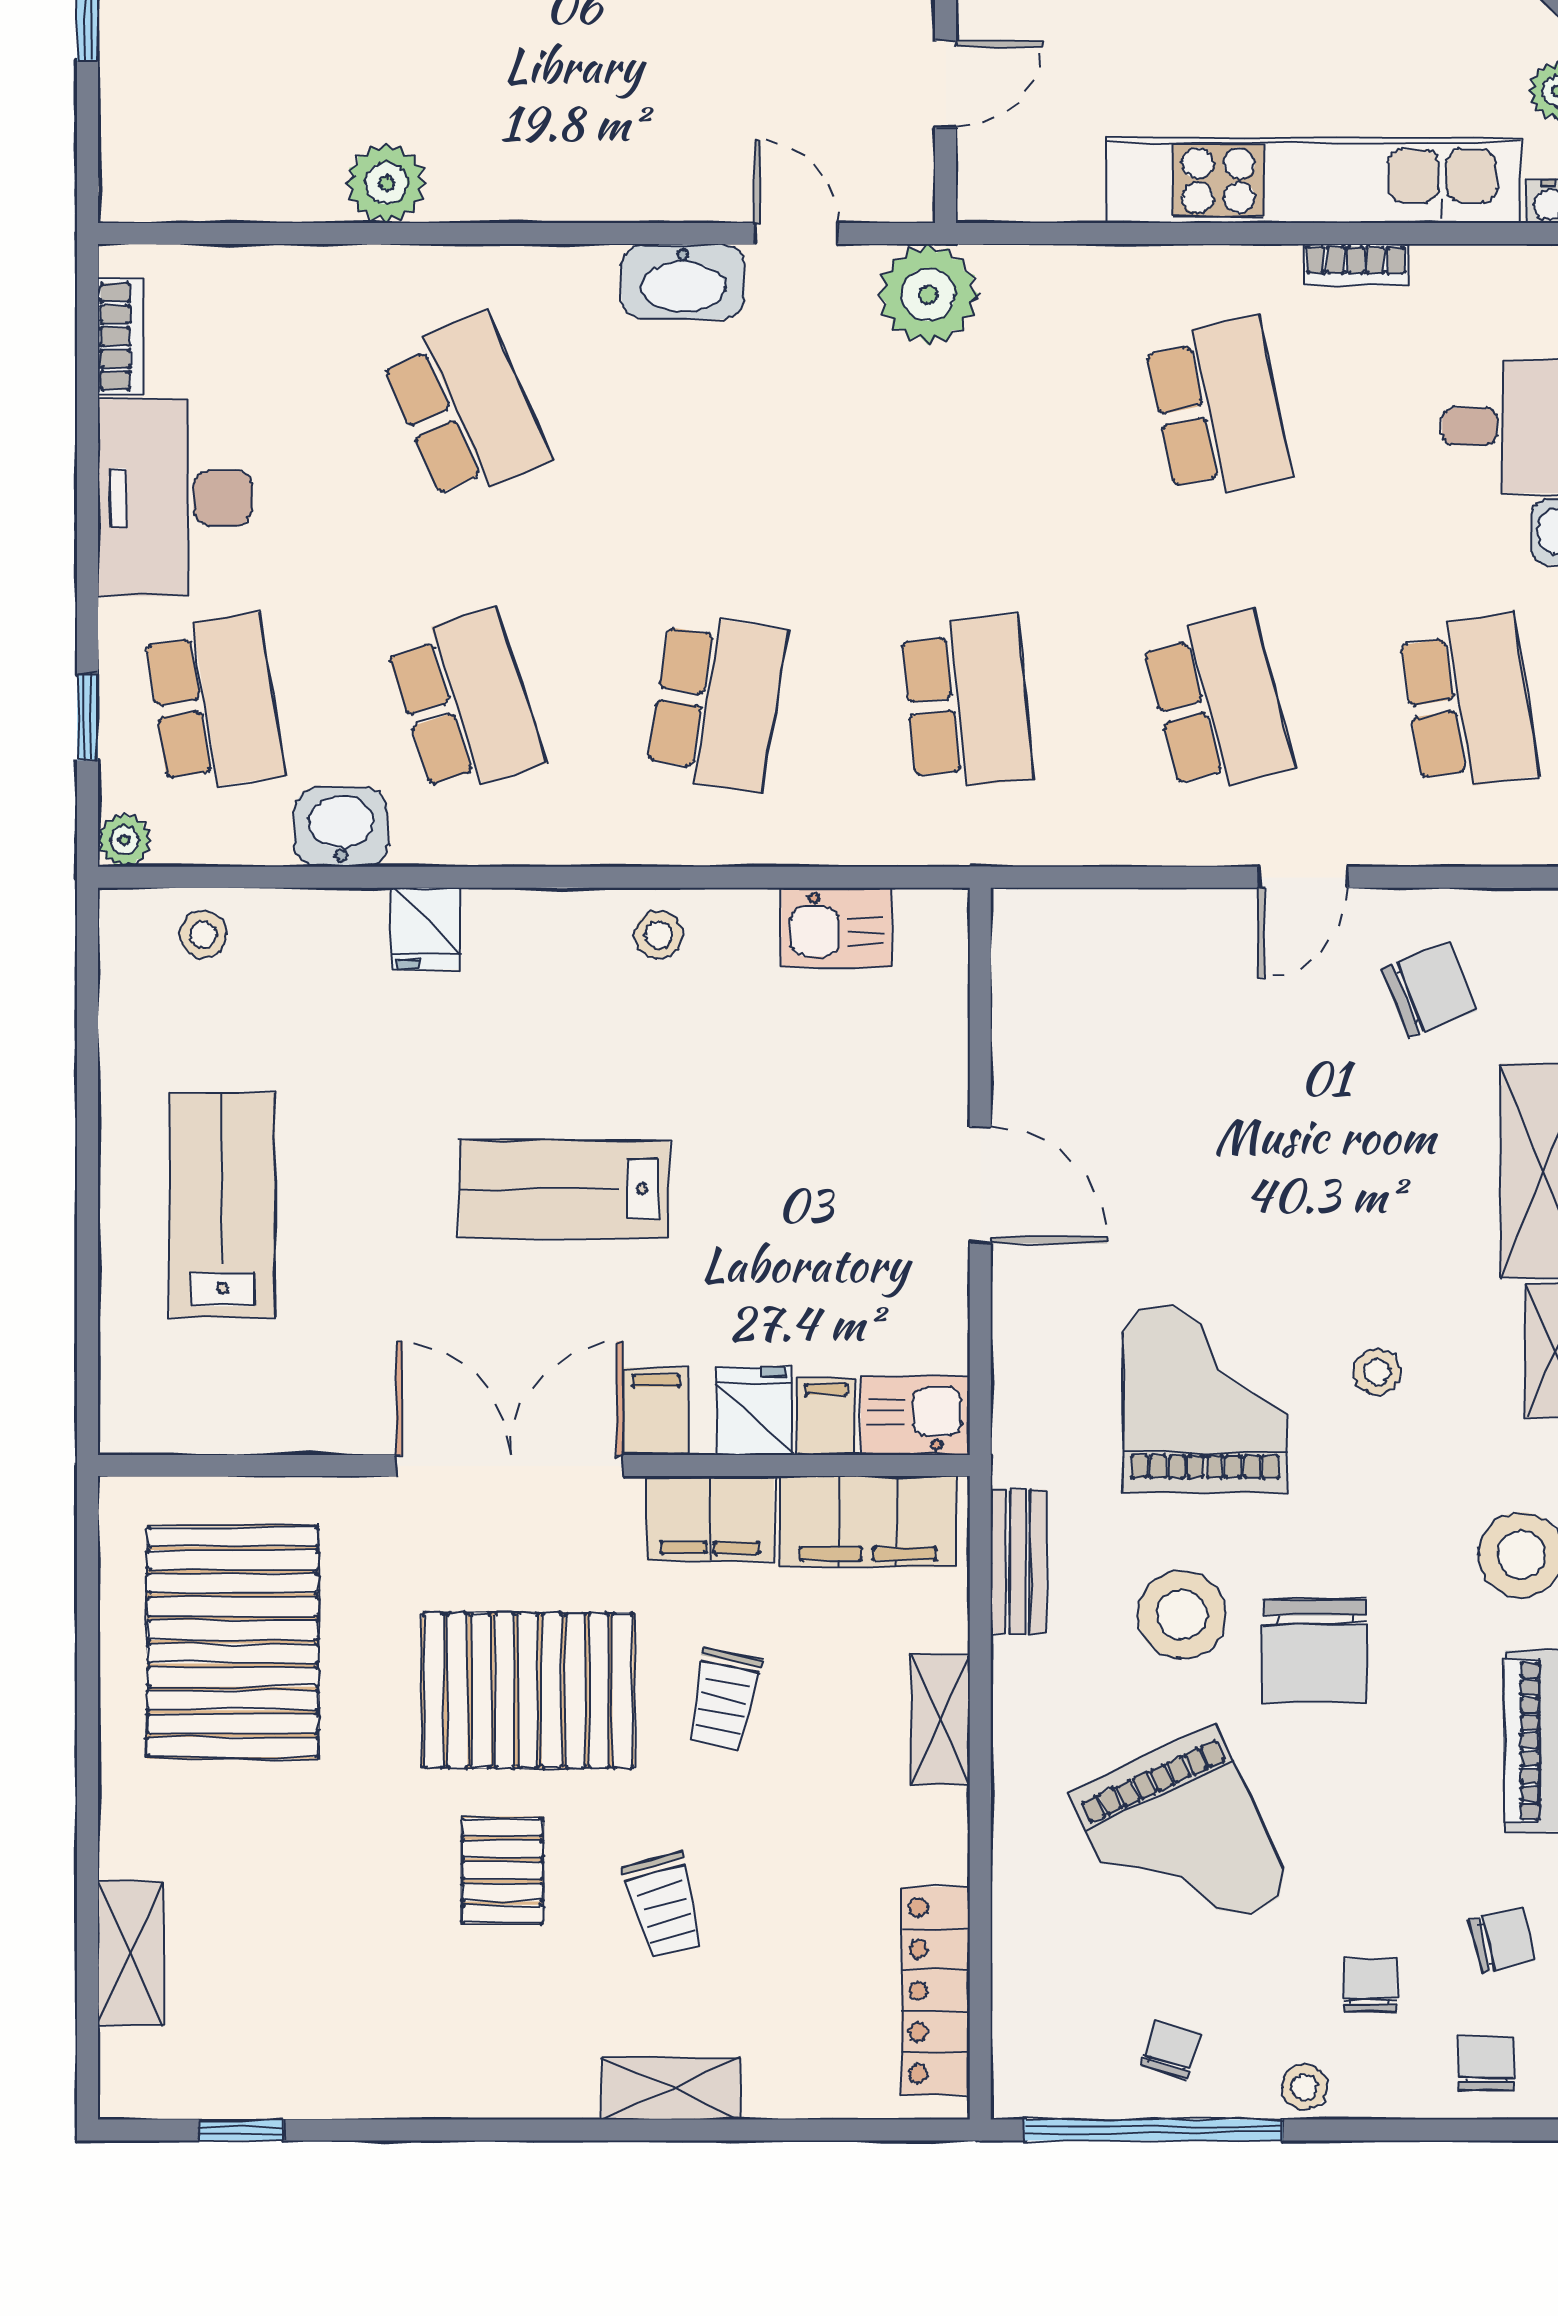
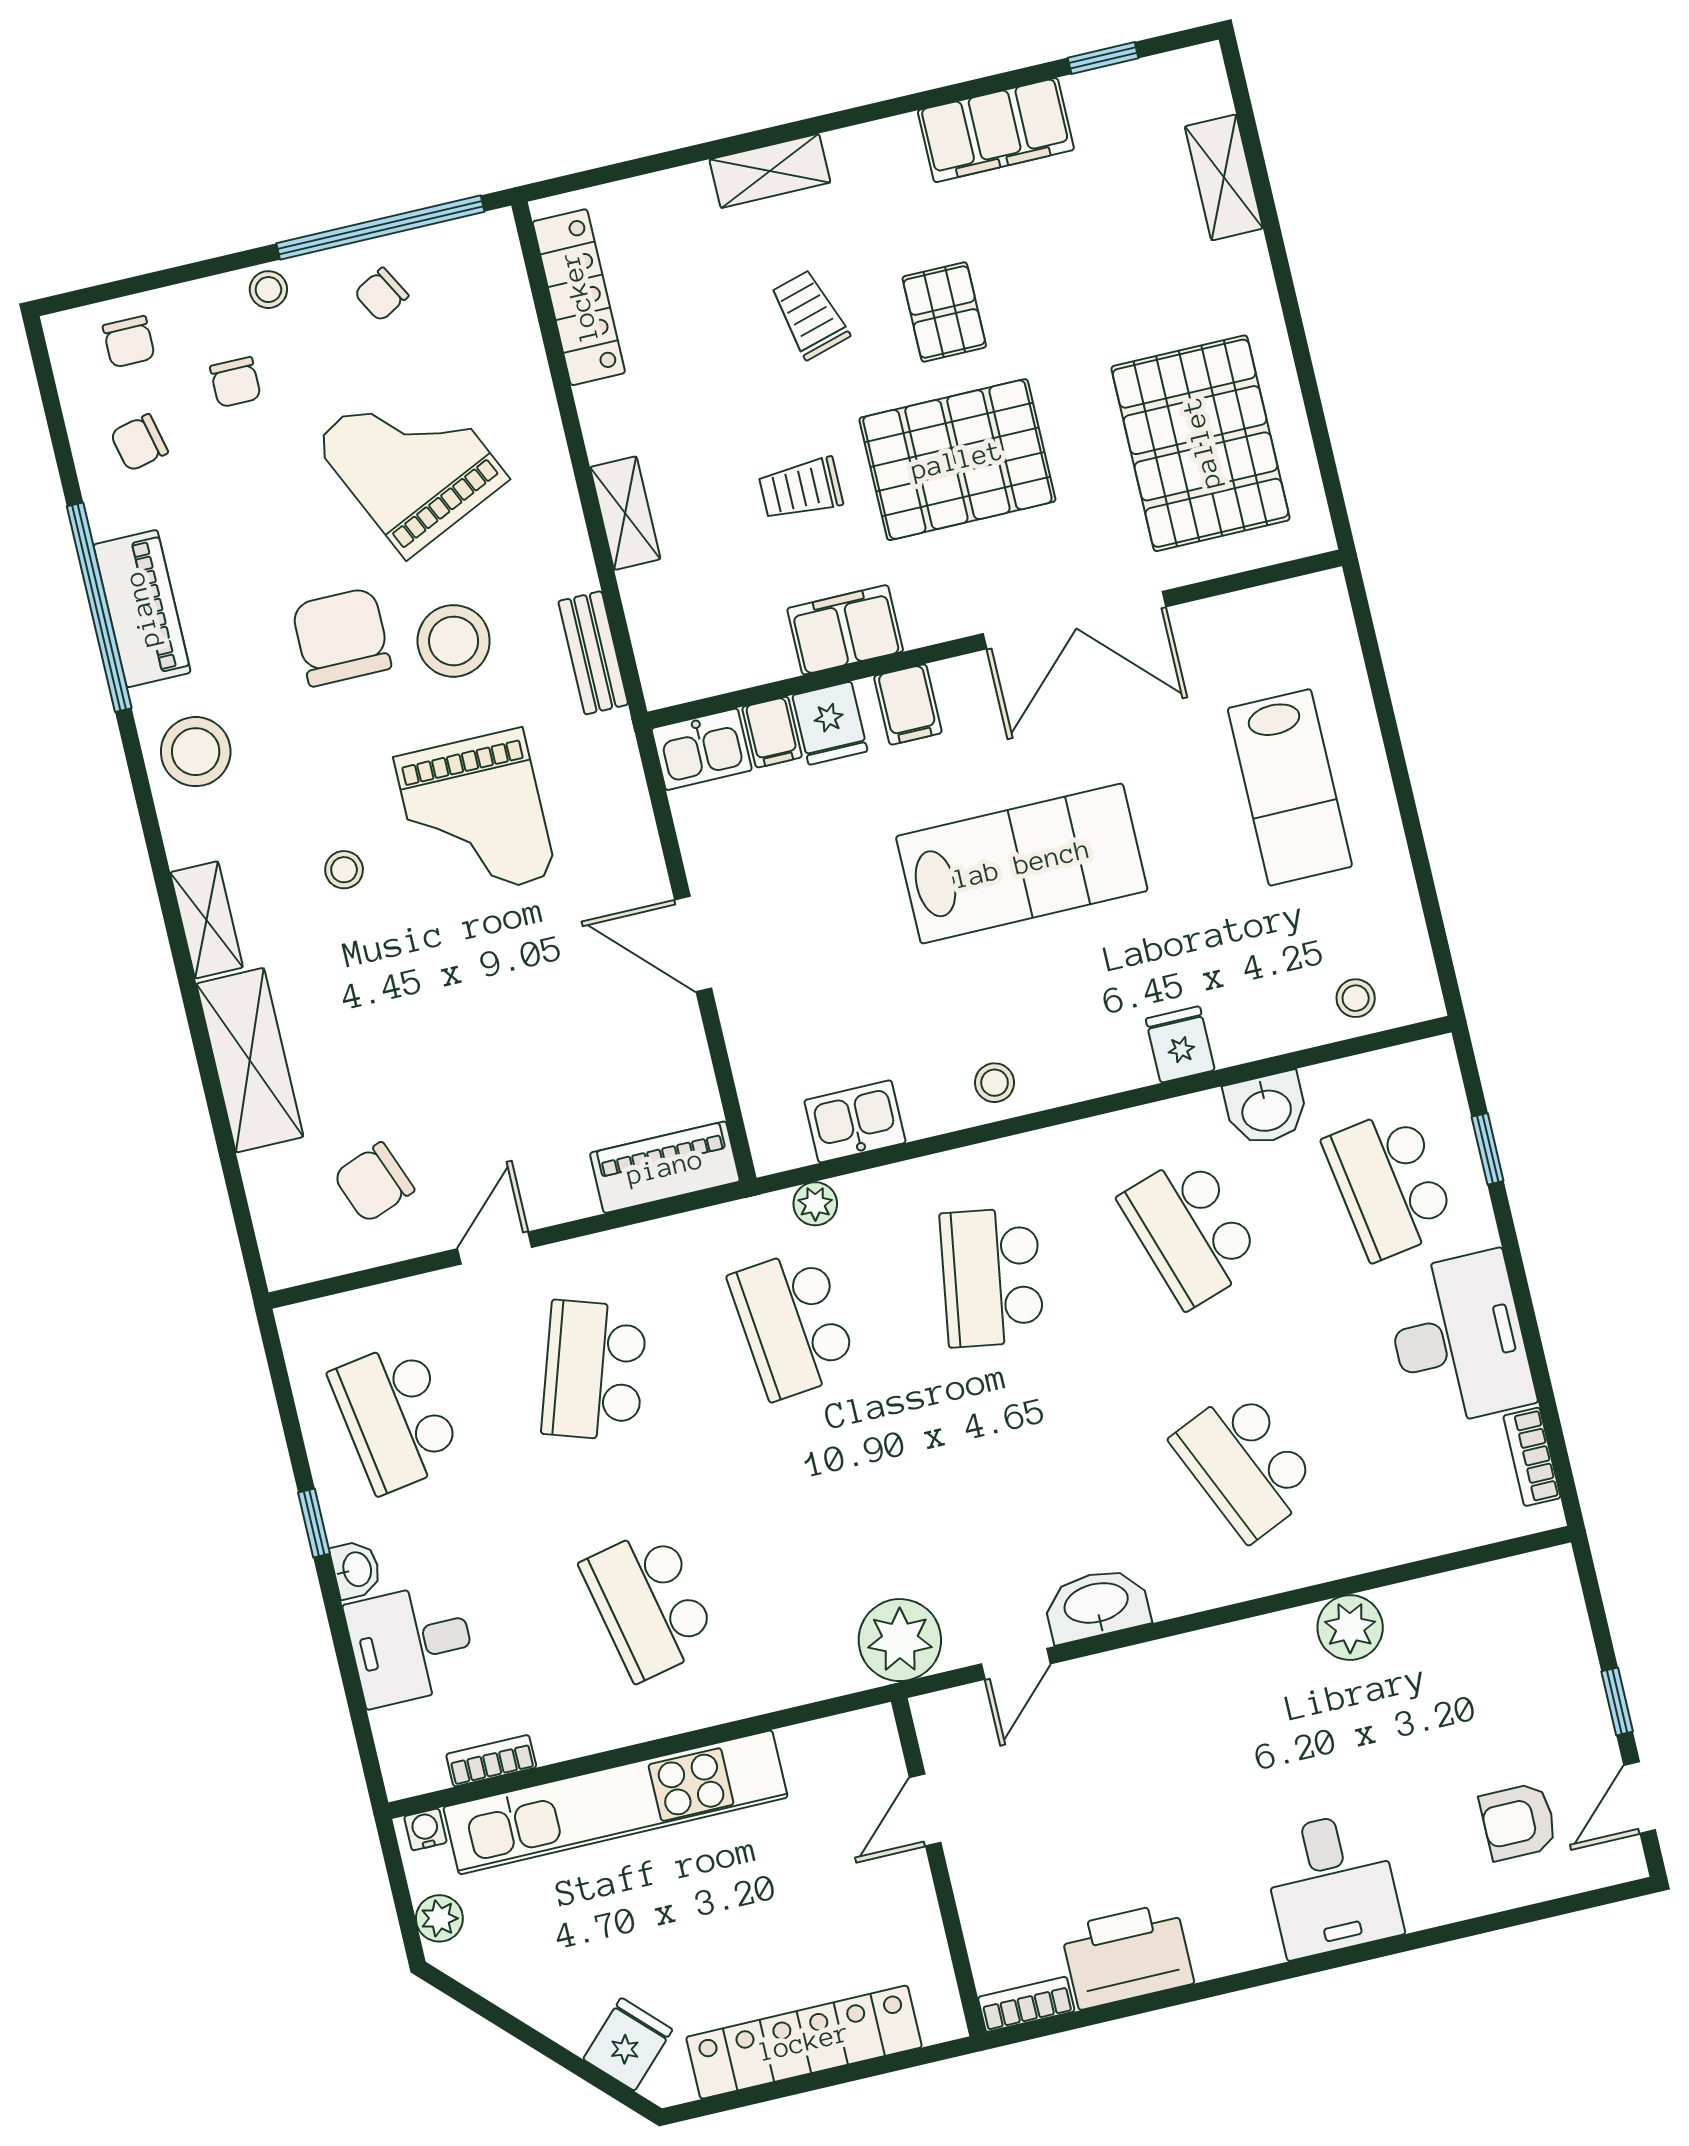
door: (796, 234) -> (1016, 1664), hinge flipped
bookcase: (1355, 265) -> (491, 1761), moved
school desk: (1218, 703) -> (594, 1371), turned 33
plant: (125, 840) -> (815, 1204), moved
piano: (1077, 926) -> (665, 1167), added
lab bench: (564, 1189) -> (1022, 864), width x1.36, depth x1.39
double door: (509, 1466) -> (1074, 620), moved
filing cabinet: (868, 1522) -> (996, 130), moved, turned 180
trolley: (724, 1699) -> (801, 489), turned -101
chair: (1171, 2050) -> (381, 294), turned 45

